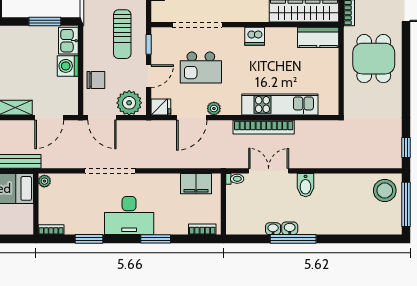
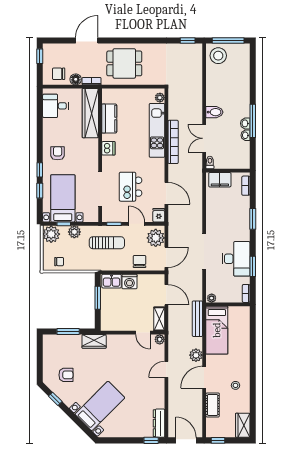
kitchen counter: (318, 37) -> (109, 119), moved
kitchen island: (201, 68) -> (131, 187), turned 180
plant: (214, 108) -> (160, 98), moved
filing cabinet: (196, 184) -> (220, 180), moved, turned 90
desk: (129, 216) -> (236, 259), moved

